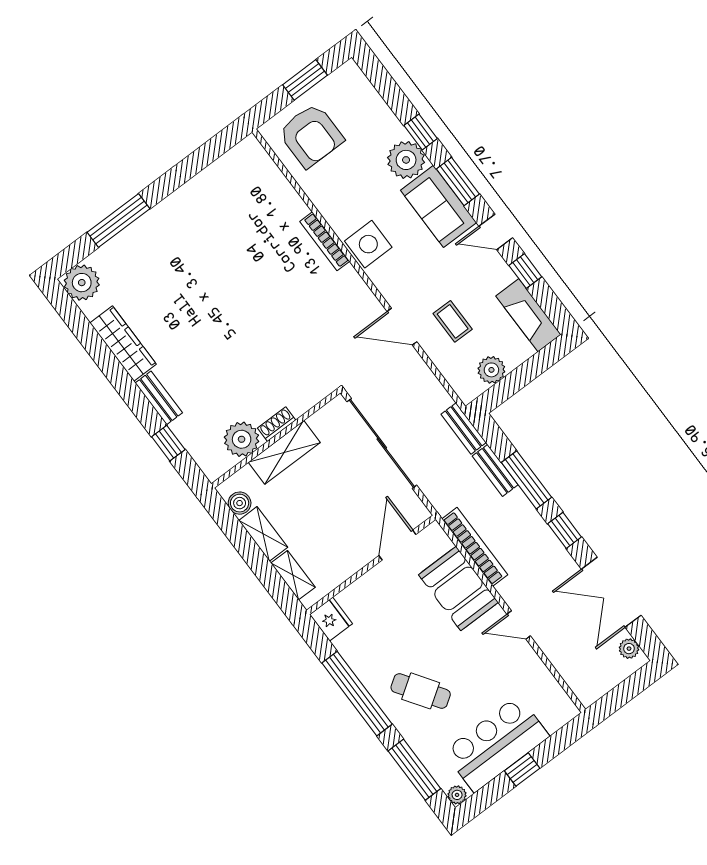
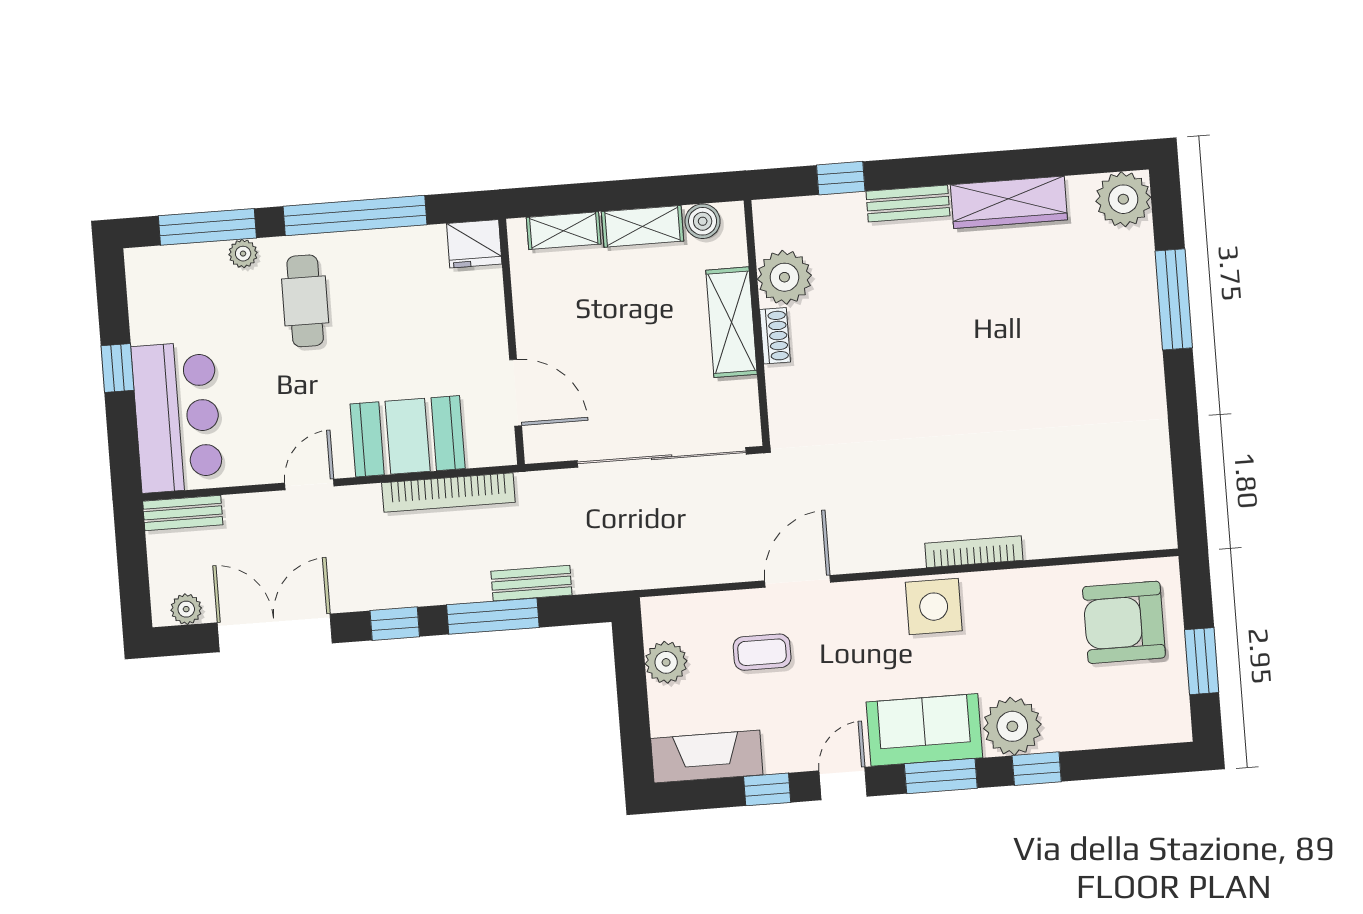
bench: (464, 428) -> (183, 513), moved
cafe table: (421, 691) -> (305, 301), turned -56
bar counter: (496, 744) -> (177, 417), moved
plant: (457, 795) -> (243, 254), moved

